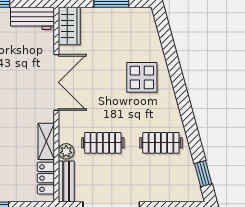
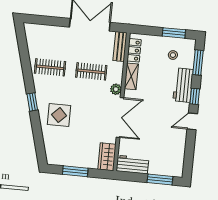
double door: (56, 82) -> (120, 118), swing flipped
plant: (66, 151) -> (116, 89), moved
window: (203, 174) -> (32, 102), moved

